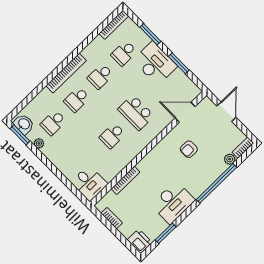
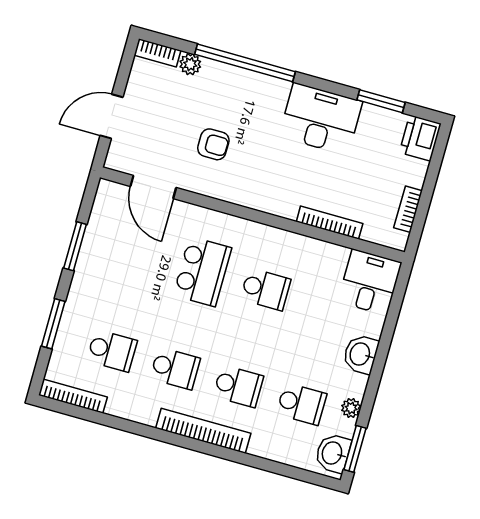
desk: (155, 63) -> (99, 287), removed
washbasin: (60, 161) -> (361, 354), added

